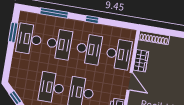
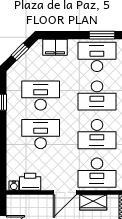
filing cabinet: (16, 70) -> (55, 47), added

